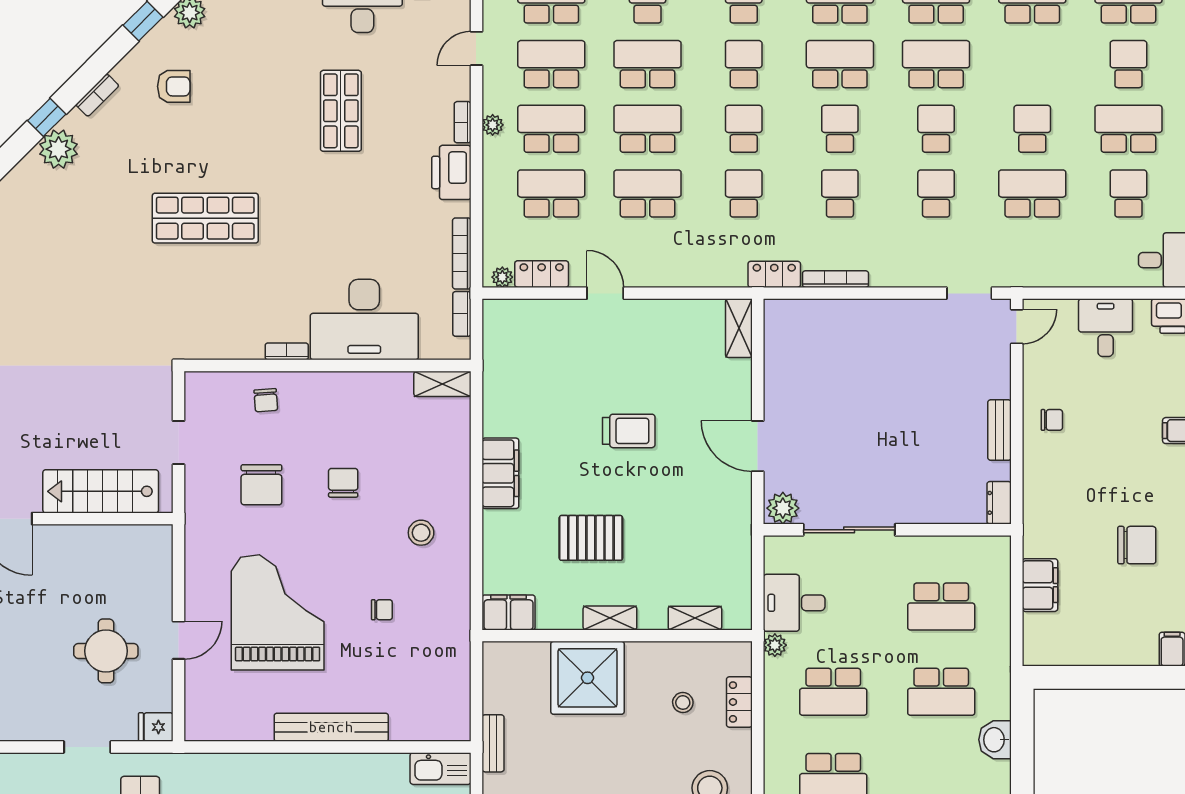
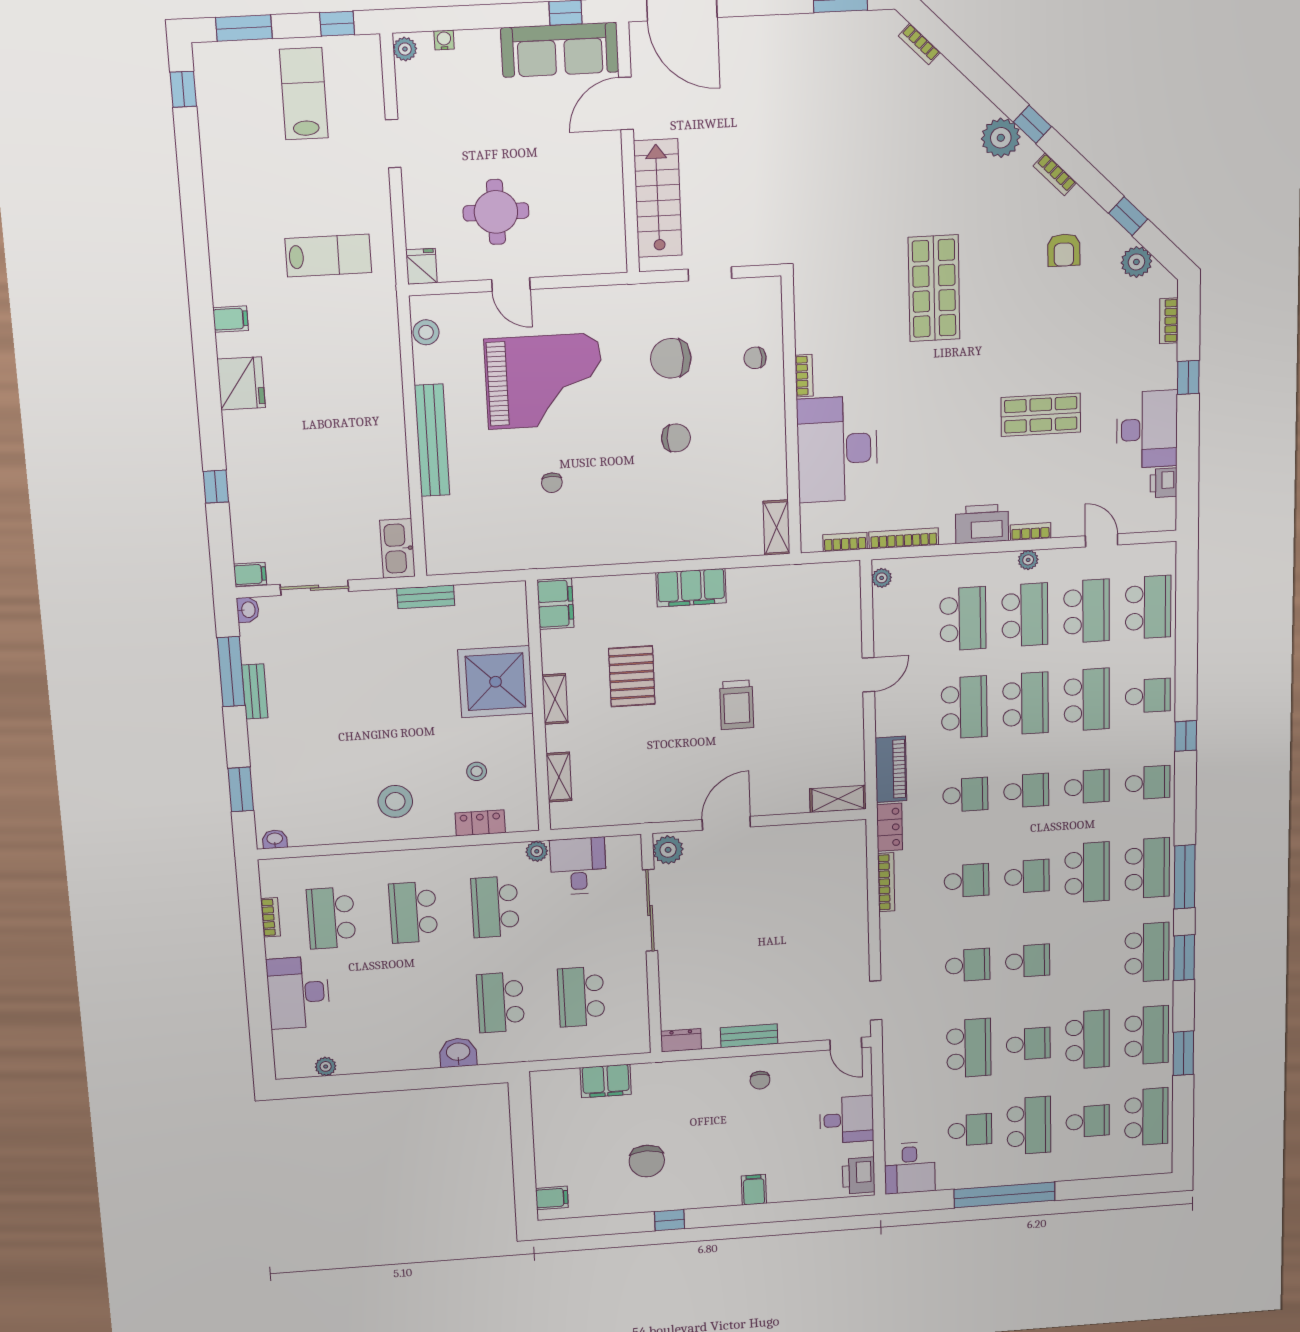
school desk: (936, 64) -> (1088, 1040), moved
piano: (710, 272) -> (891, 769), added
locker: (542, 274) -> (885, 615), removed
stool: (421, 533) -> (426, 332), moved
doorway: (87, 747) -> (393, 144), moved

